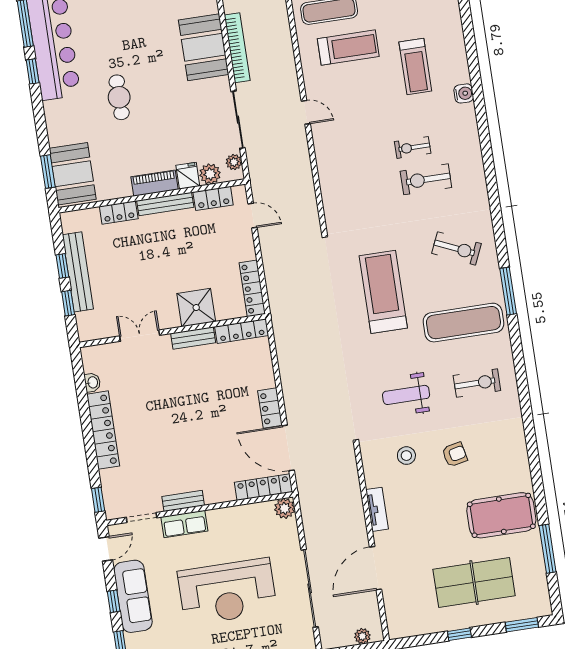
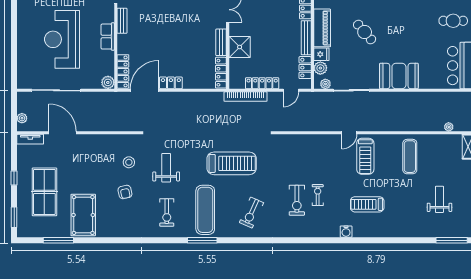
bookcase: (237, 48) -> (246, 97), moved
treadmill: (348, 48) -> (365, 156), moved
cafe table: (119, 97) -> (365, 32), moved, turned 49
exercise bike: (426, 179) -> (297, 200), turned 180
piano: (154, 183) -> (322, 28), width x1.37, depth x1.33
locker: (252, 288) -> (262, 83), moved
window: (508, 291) -> (202, 240), moved
tv unit: (377, 509) -> (30, 139), moved
row of seats: (184, 524) -> (108, 37), moved

